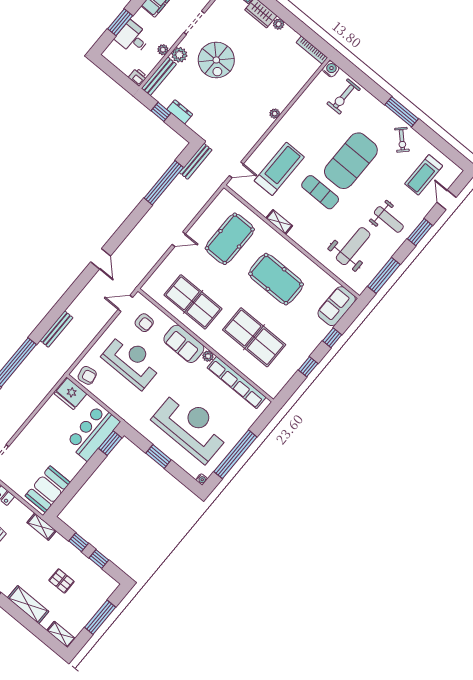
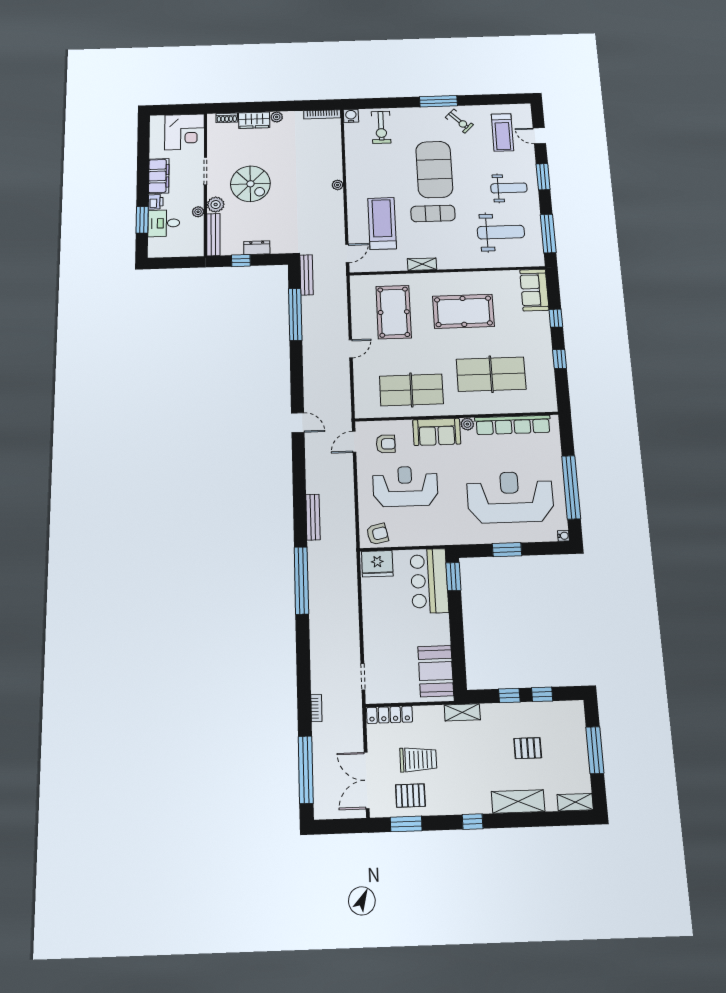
printer: (138, 77) -> (156, 202), moved, turned 90
weight bench: (353, 246) -> (501, 232), turned 90

